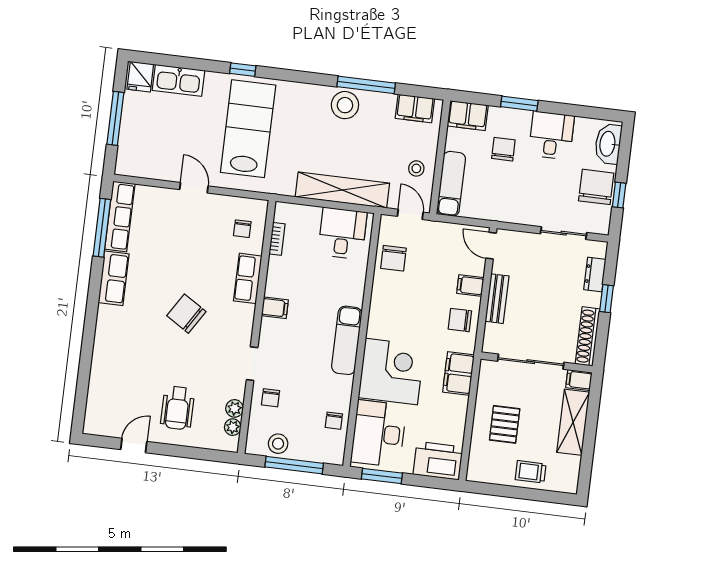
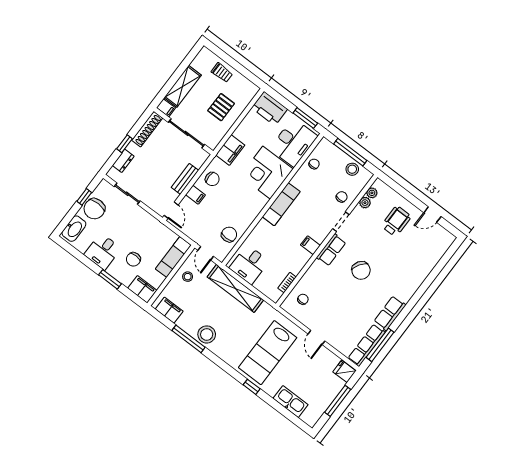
fridge: (140, 77) -> (344, 371), moved, turned -90
row of seats: (248, 278) -> (331, 250), moved

